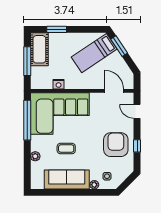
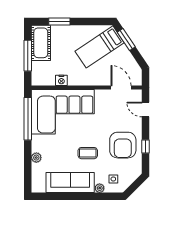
armchair: (116, 145) -> (123, 145), turned 180
coffee table: (66, 149) -> (88, 153), moved

